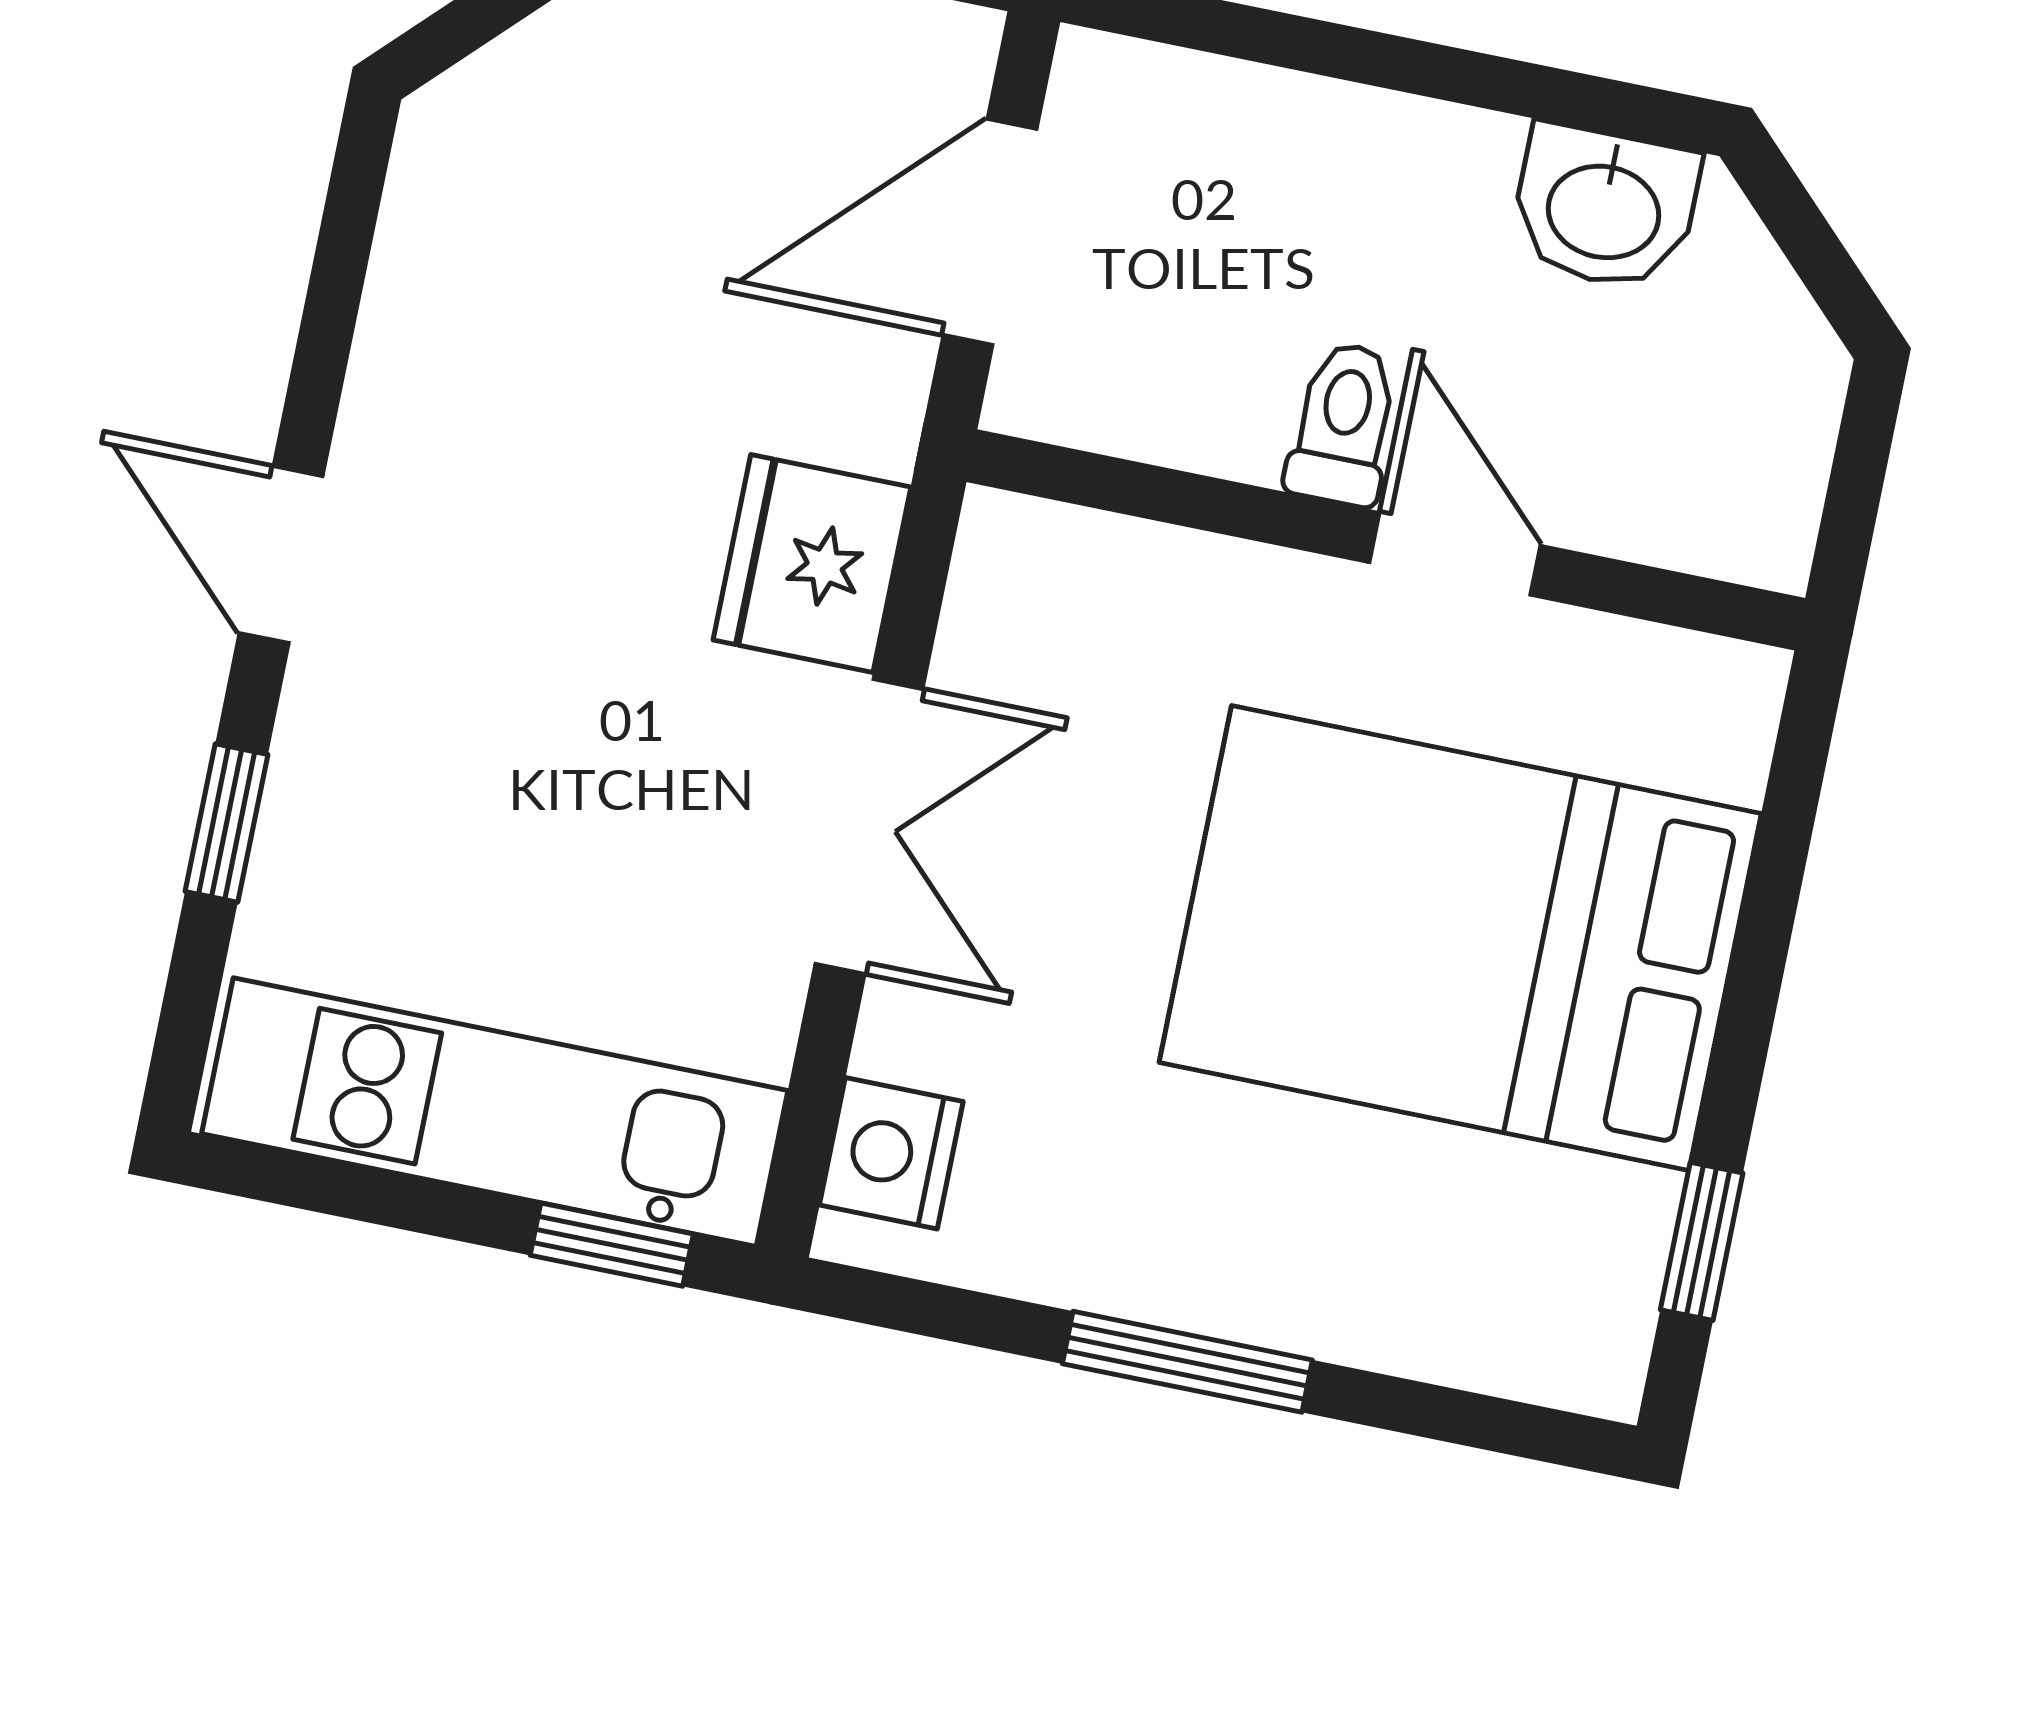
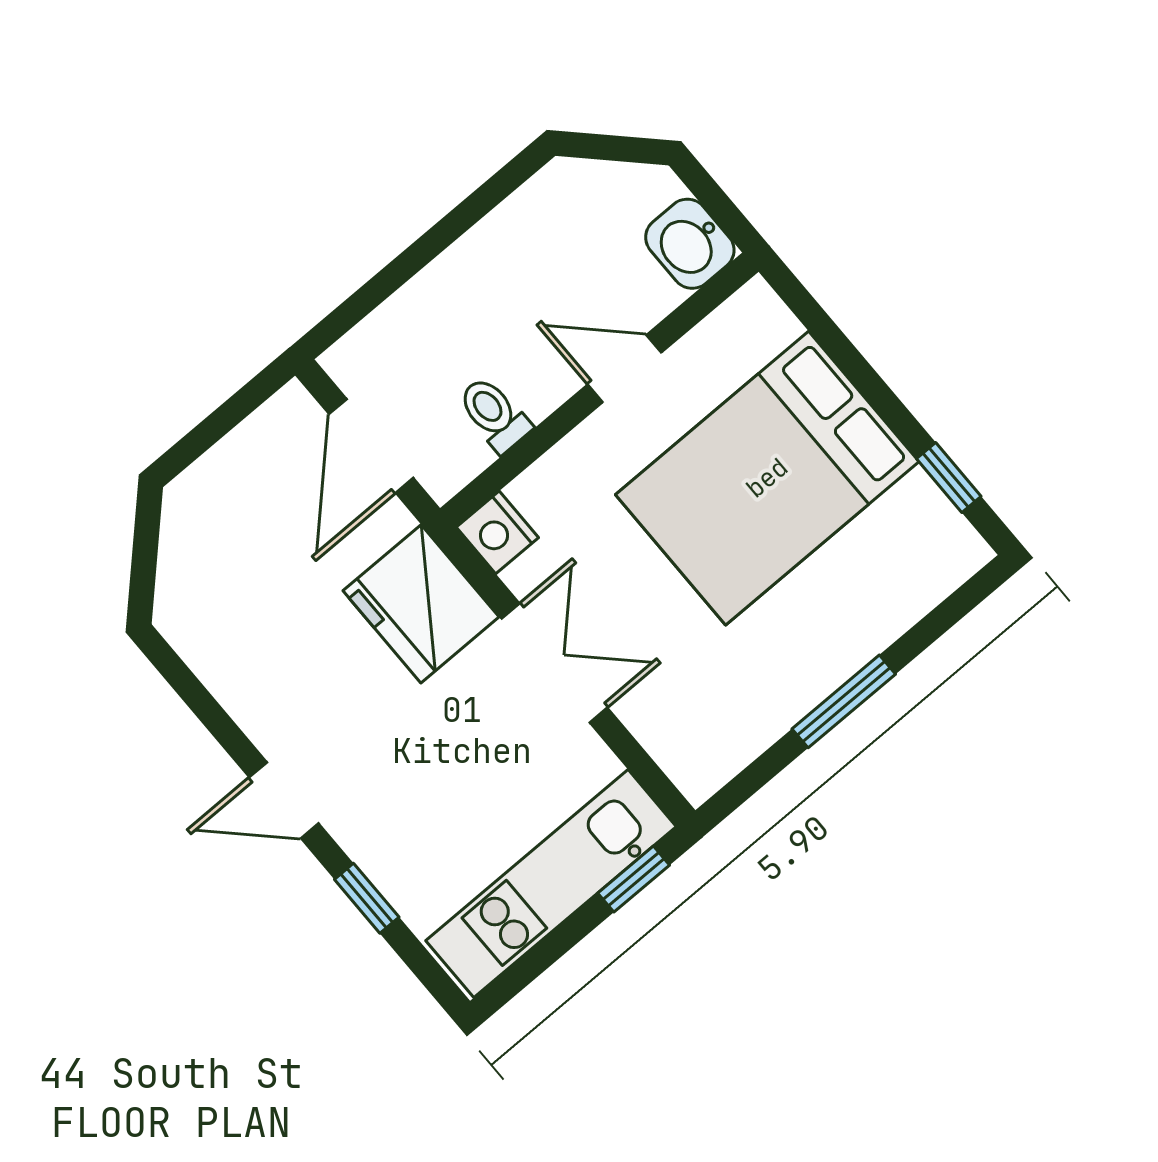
washbasin: (1604, 208) -> (690, 244), moved, turned 90
toilet: (1343, 424) -> (494, 414), moved
fridge: (812, 563) -> (421, 604), width x1.36, depth x1.34
nightstand: (891, 1153) -> (497, 532), moved

